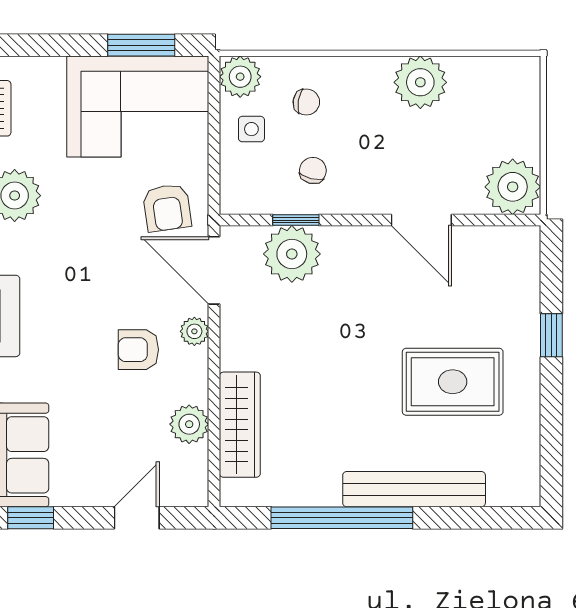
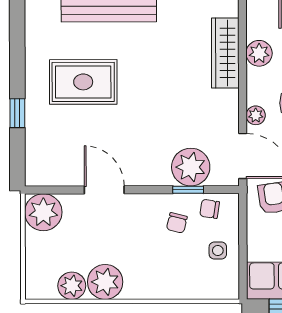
plant: (240, 77) -> (72, 286), moved
chair: (306, 102) -> (210, 209), moved

